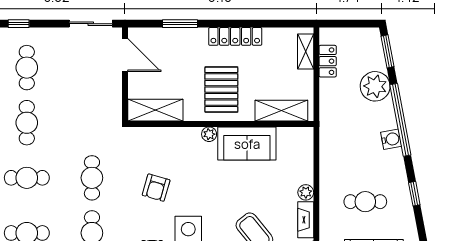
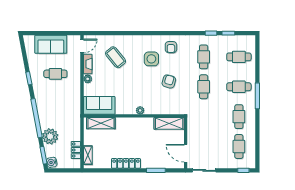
pallet: (221, 90) -> (133, 135), removed
water cooler: (391, 139) -> (52, 162), moved
sofa: (247, 144) -> (99, 105), moved

